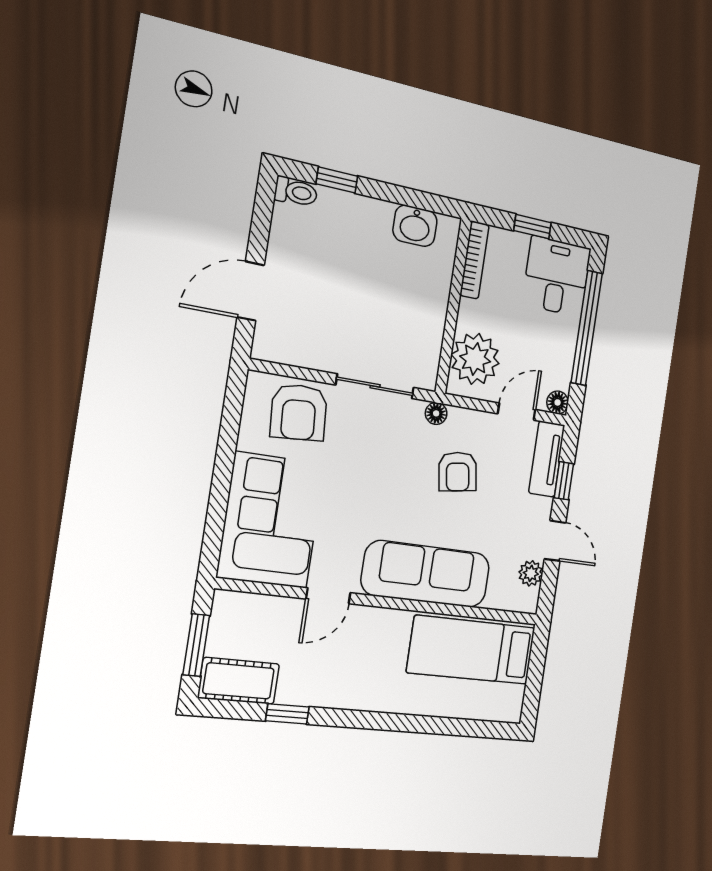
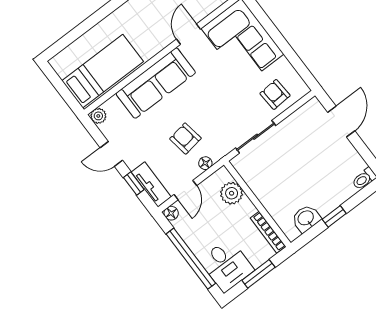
window: (337, 180) -> (334, 216), moved
window: (532, 227) -> (258, 274), width x1.50
plant: (475, 359) -> (232, 193), width x0.73, depth x0.73
armchair: (299, 412) -> (275, 94), width x0.72, depth x0.72
floor lamp: (436, 413) -> (205, 163), moved
plant: (531, 573) -> (98, 116), moved

